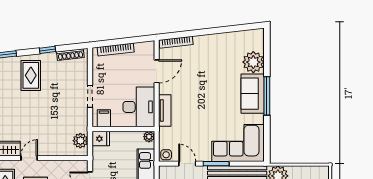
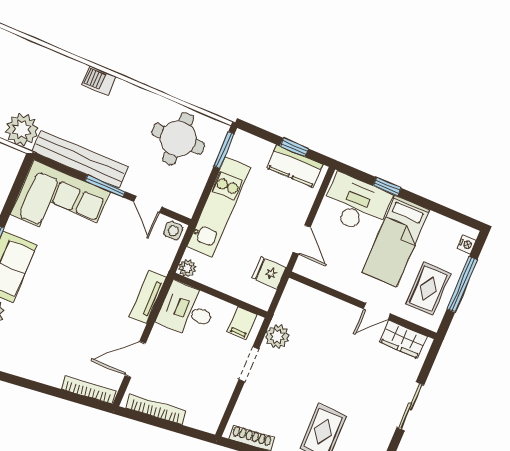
bookcase: (116, 50) -> (156, 409), moved
desk: (139, 107) -> (187, 310), width x0.73
fridge: (101, 139) -> (269, 273), moved
plant: (80, 141) -> (277, 336), moved

